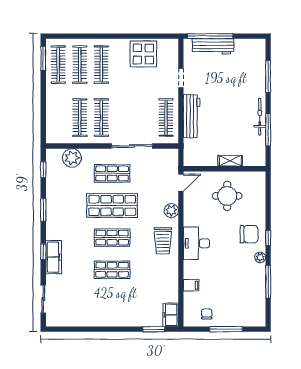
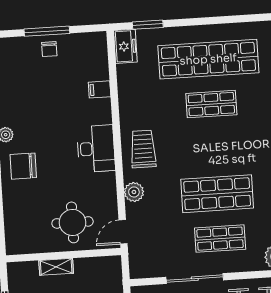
round table: (227, 196) -> (73, 222), moved
shop shelf: (112, 238) -> (208, 59), moved, width x2.00, depth x1.36
chair: (207, 314) -> (49, 49), moved

